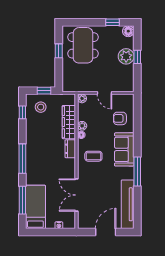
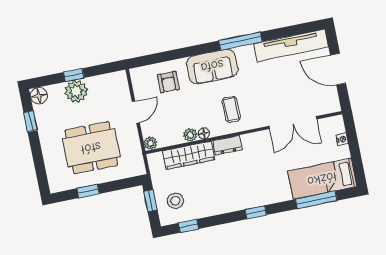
dining table: (83, 45) -> (91, 148), moved
window: (22, 159) -> (256, 212), width x0.46

